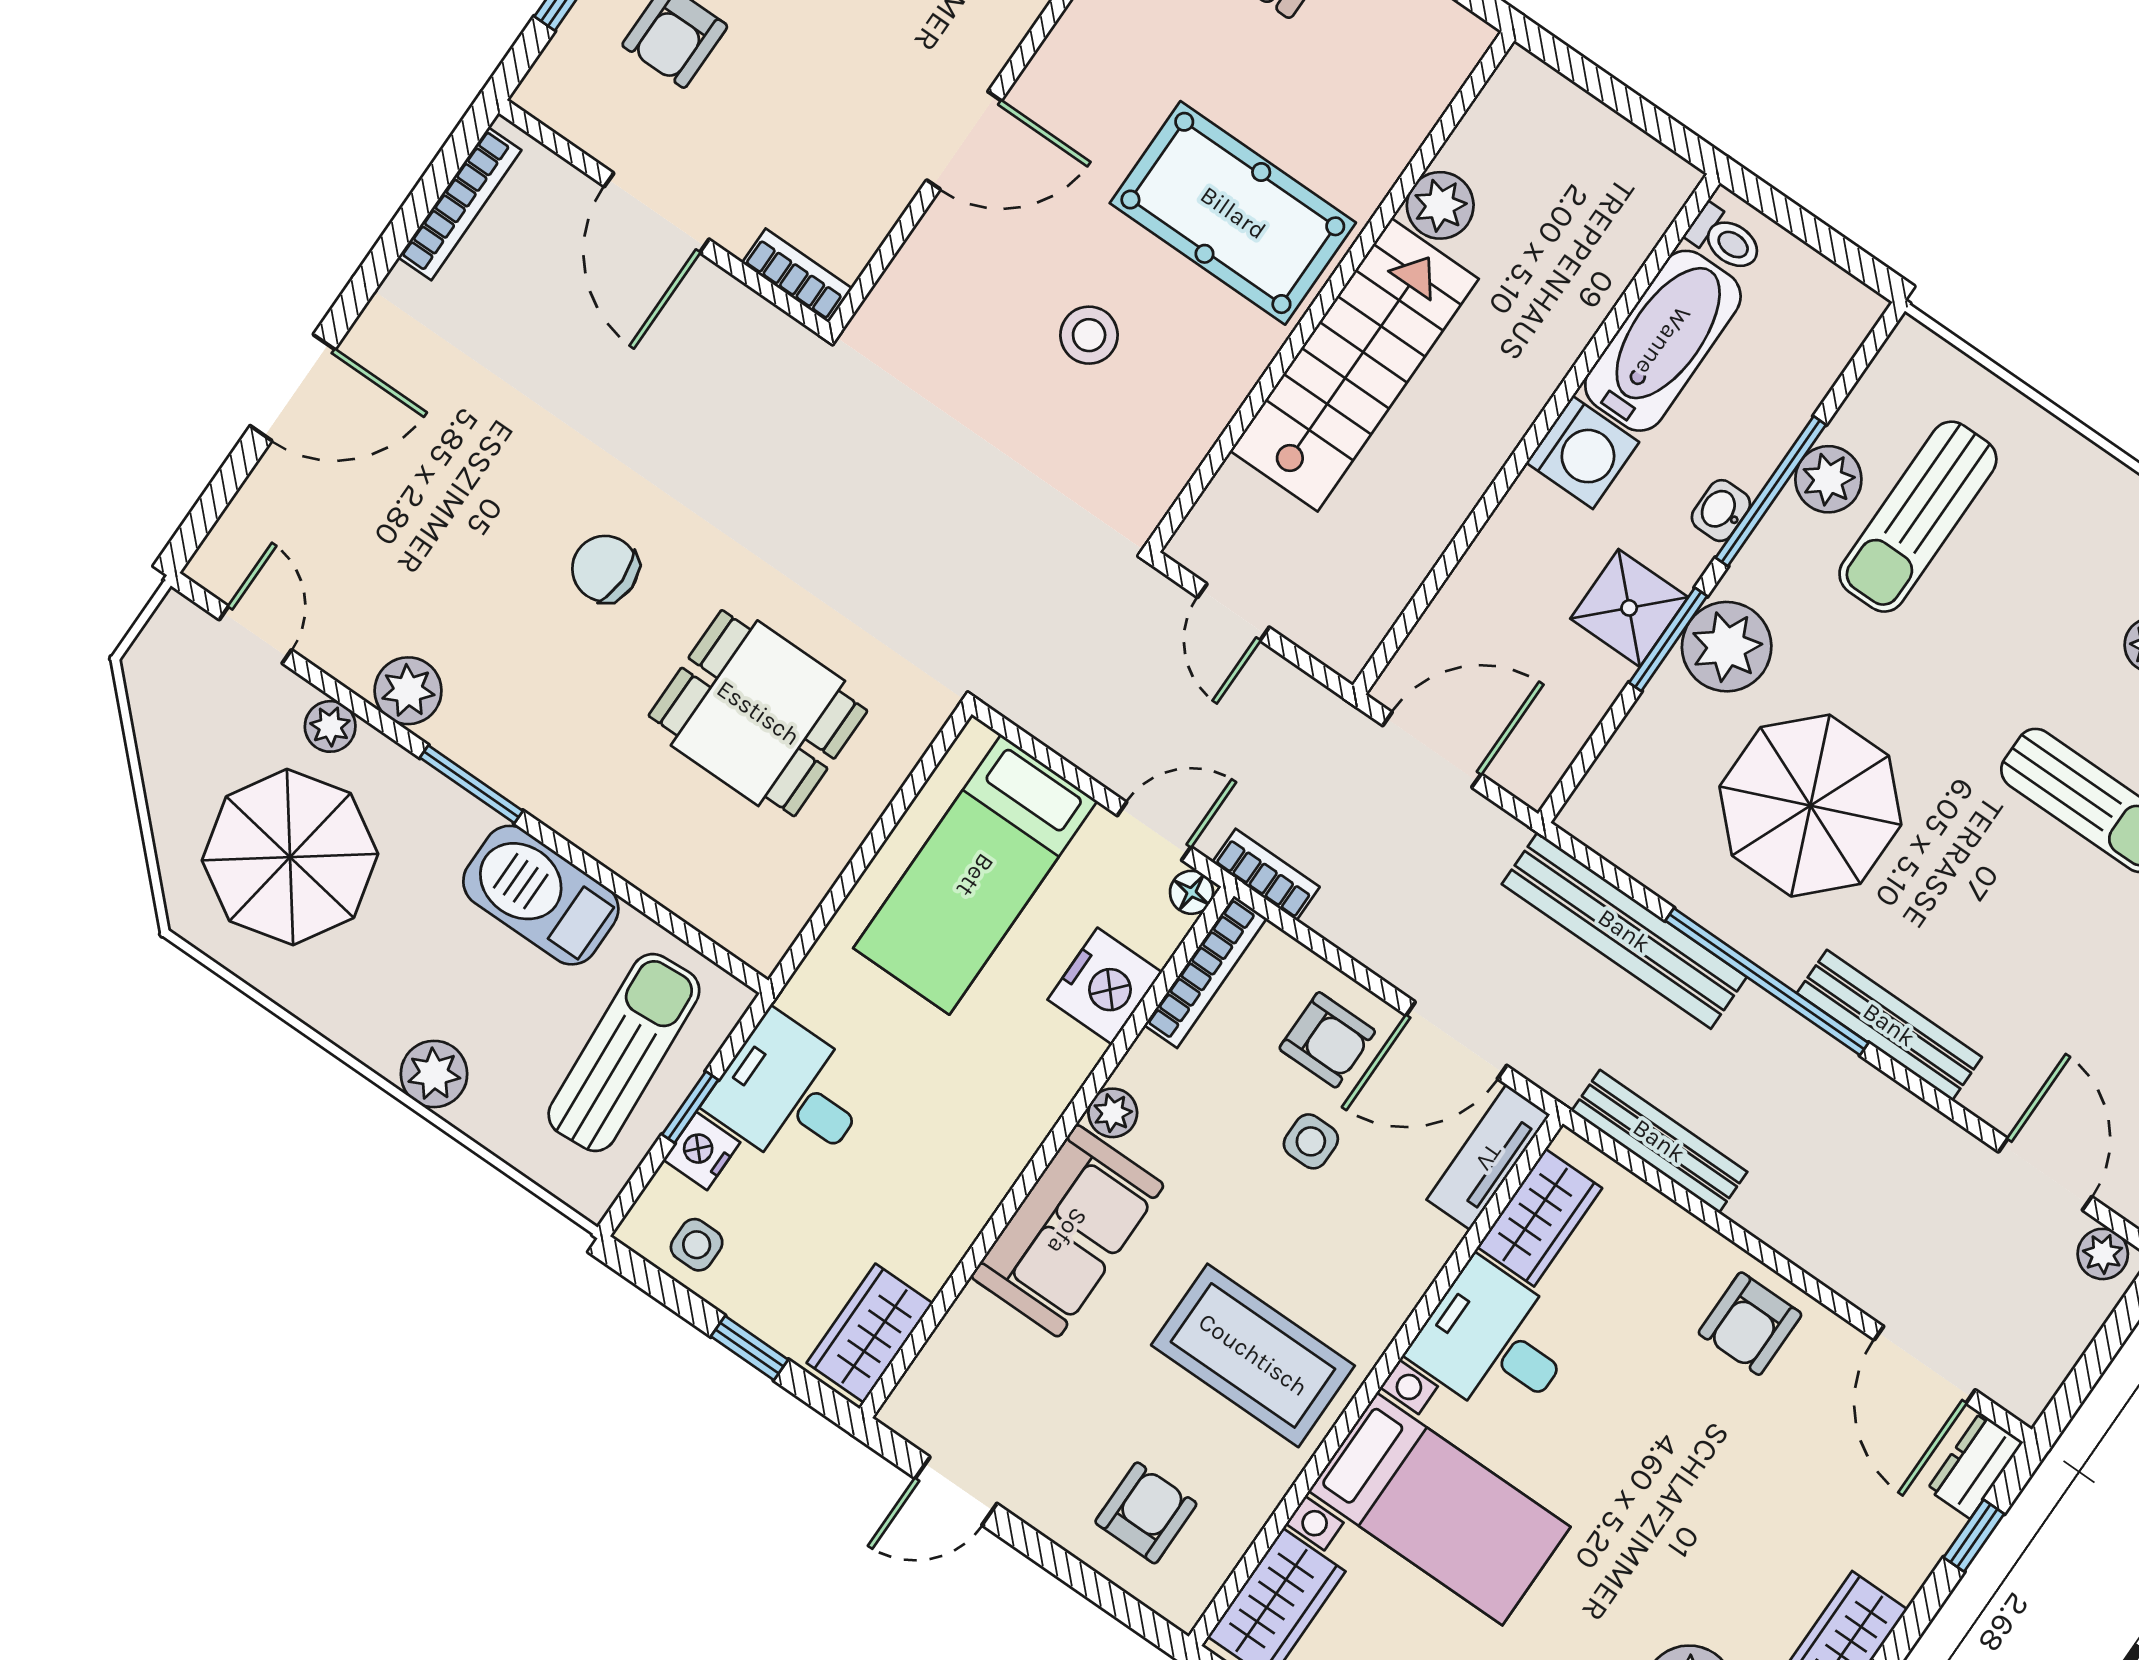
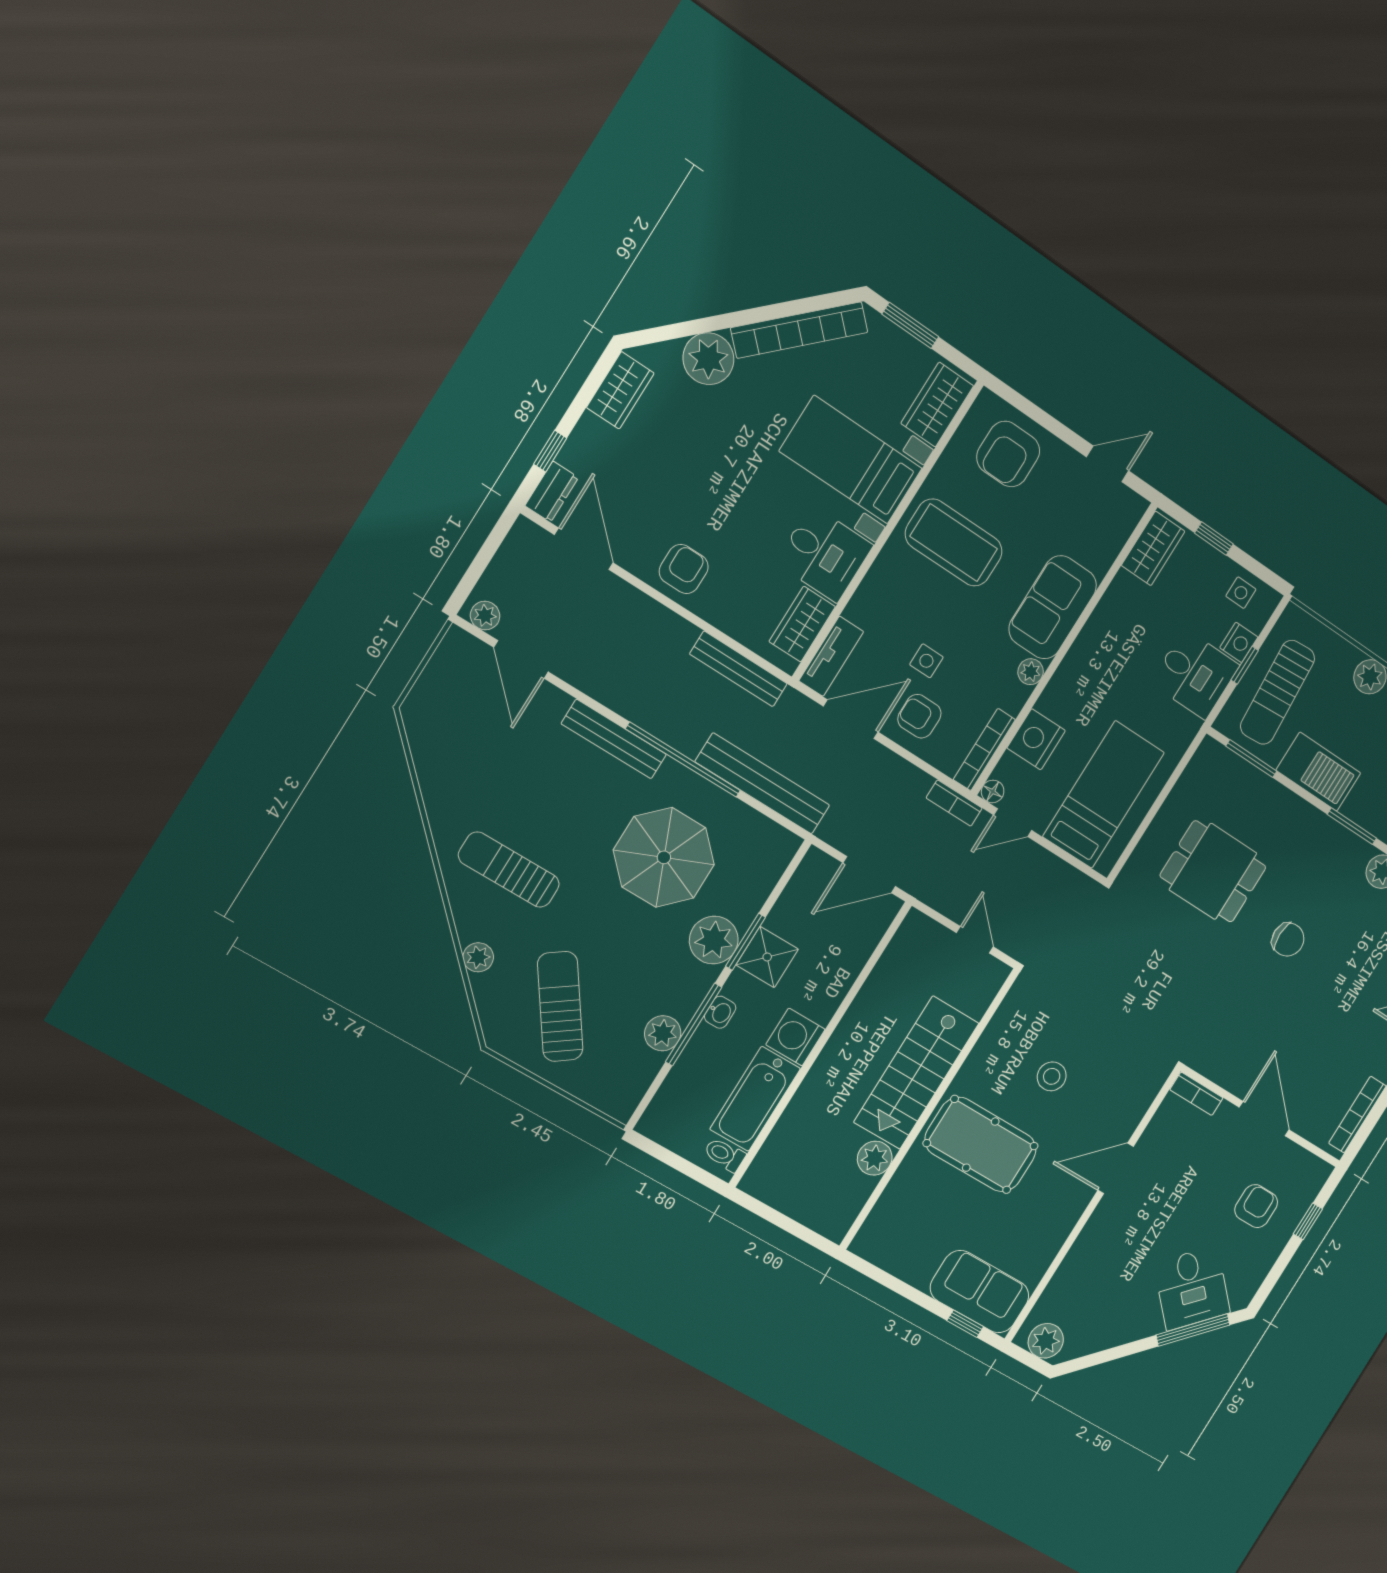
sun lounger: (1918, 517) -> (560, 1006), moved, turned -35
window: (678, 927) -> (1251, 759), added
armchair: (1146, 1513) -> (1008, 454), width x1.38, depth x1.38

